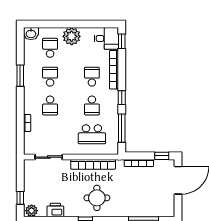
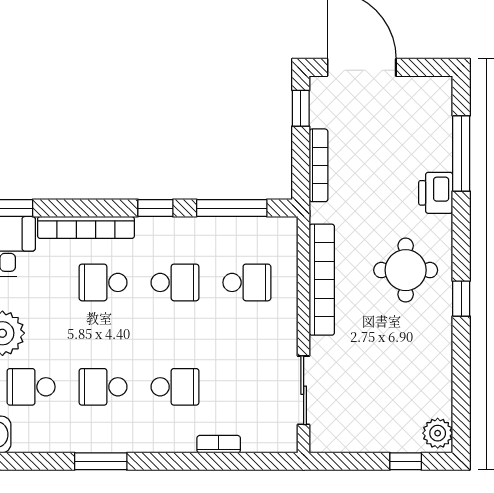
school desk: (92, 134) -> (247, 282), width x0.54
printer: (55, 210) -> (436, 193), moved

